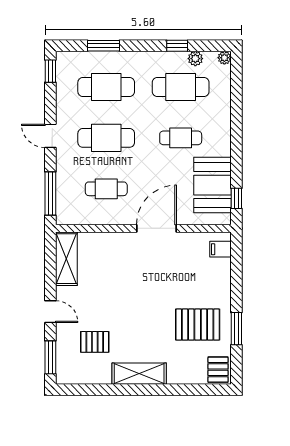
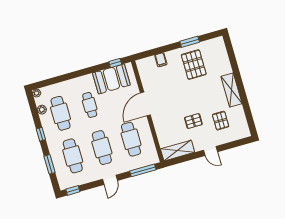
window: (177, 46) -> (41, 134), moved
cafe table: (106, 189) -> (131, 139), width x1.37, depth x1.35
door: (156, 228) -> (145, 104), hinge flipped
filing cabinet: (221, 249) -> (161, 60), moved
door: (50, 312) -> (211, 151), swing flipped
window: (50, 357) -> (237, 143), removed
pallet: (218, 370) -> (193, 121), moved

